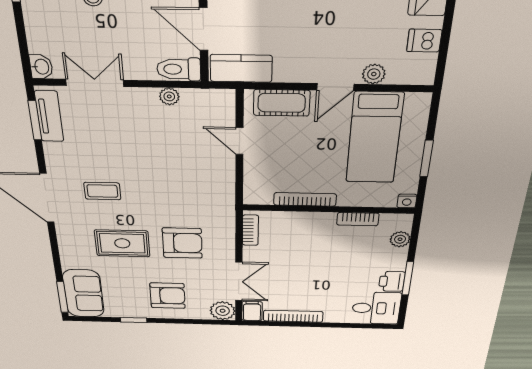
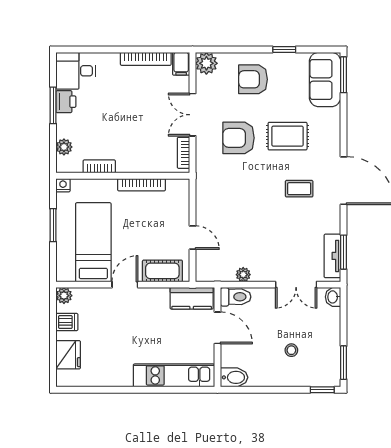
plant: (374, 74) -> (64, 296), moved
double door: (239, 281) -> (193, 115), moved

